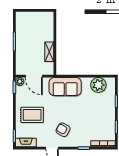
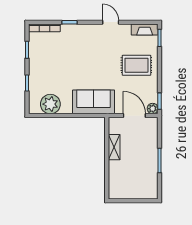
armchair: (63, 130) -> (96, 46), removed

